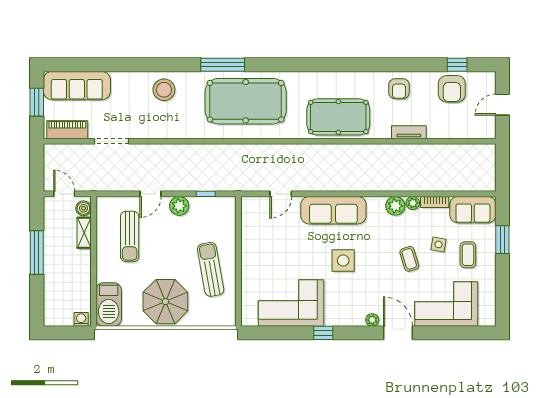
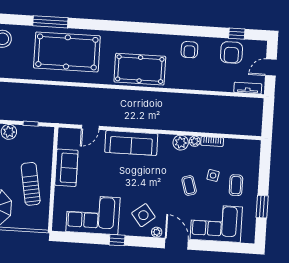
tv unit: (409, 132) -> (248, 88), moved
sofa: (473, 210) -> (66, 168), moved, turned -90
window: (502, 240) -> (262, 207), moved
side table: (343, 261) -> (143, 215), moved, turned -38

